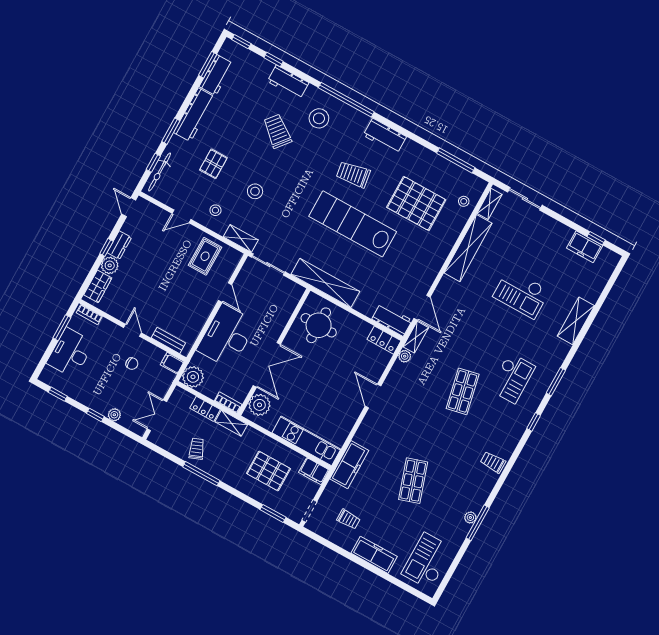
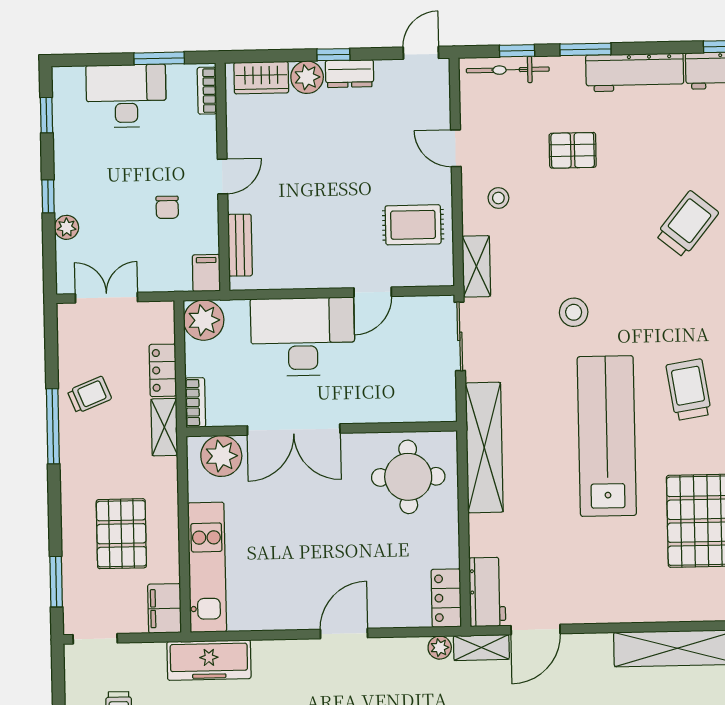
stool: (255, 191) -> (574, 312), moved

